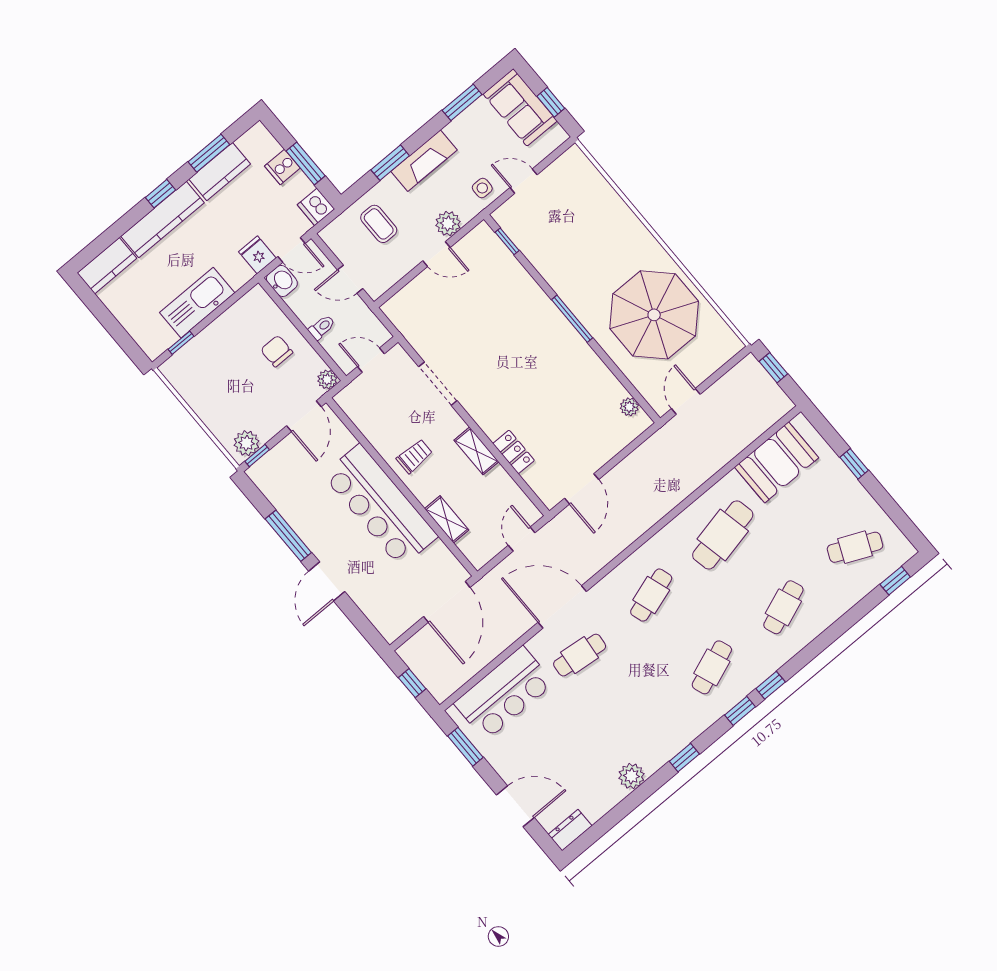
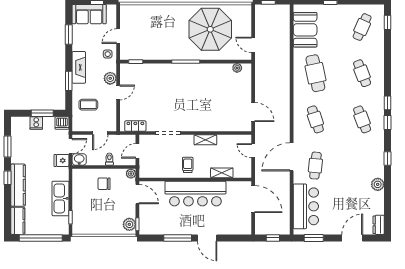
kitchen counter: (220, 172) -> (18, 148), removed
window: (110, 323) -> (41, 238), added
locker: (514, 452) -> (135, 126), moved

